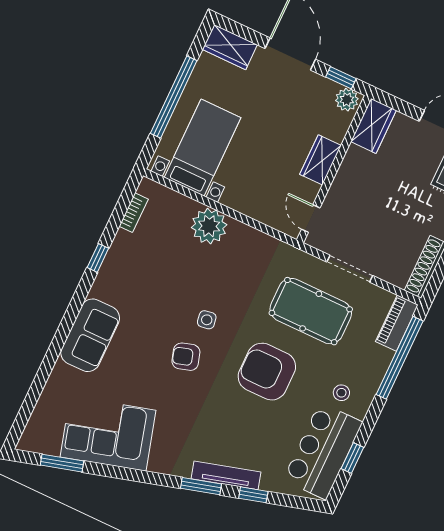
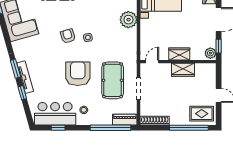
wardrobe: (373, 126) -> (183, 70), moved

